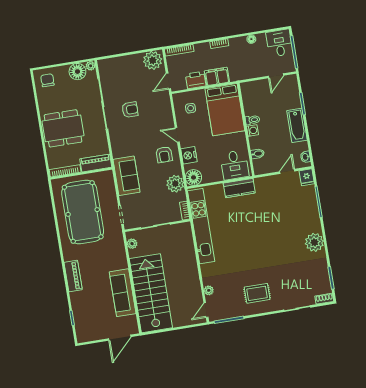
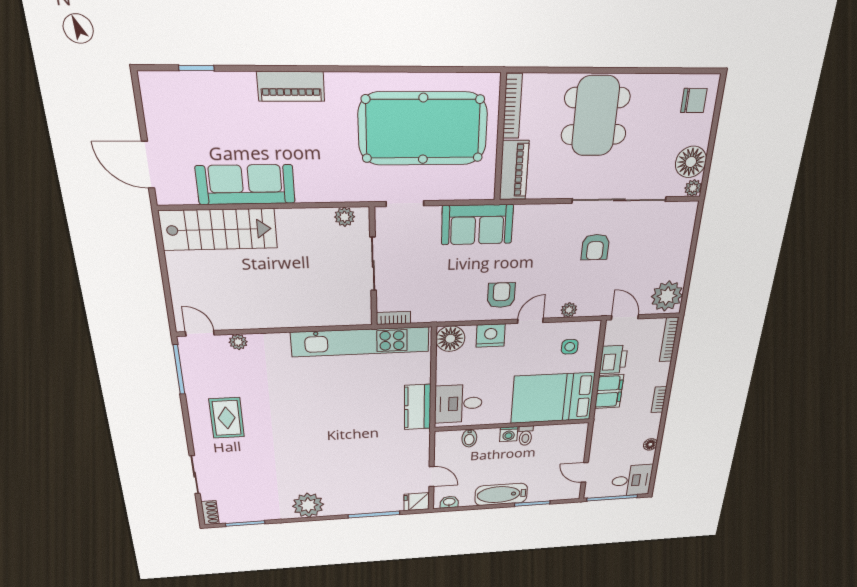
armchair: (164, 155) -> (501, 295), turned 90
plant: (175, 184) -> (569, 310), moved, width x0.53, depth x0.53
stairs: (151, 293) -> (219, 230), width x0.73, depth x0.66

